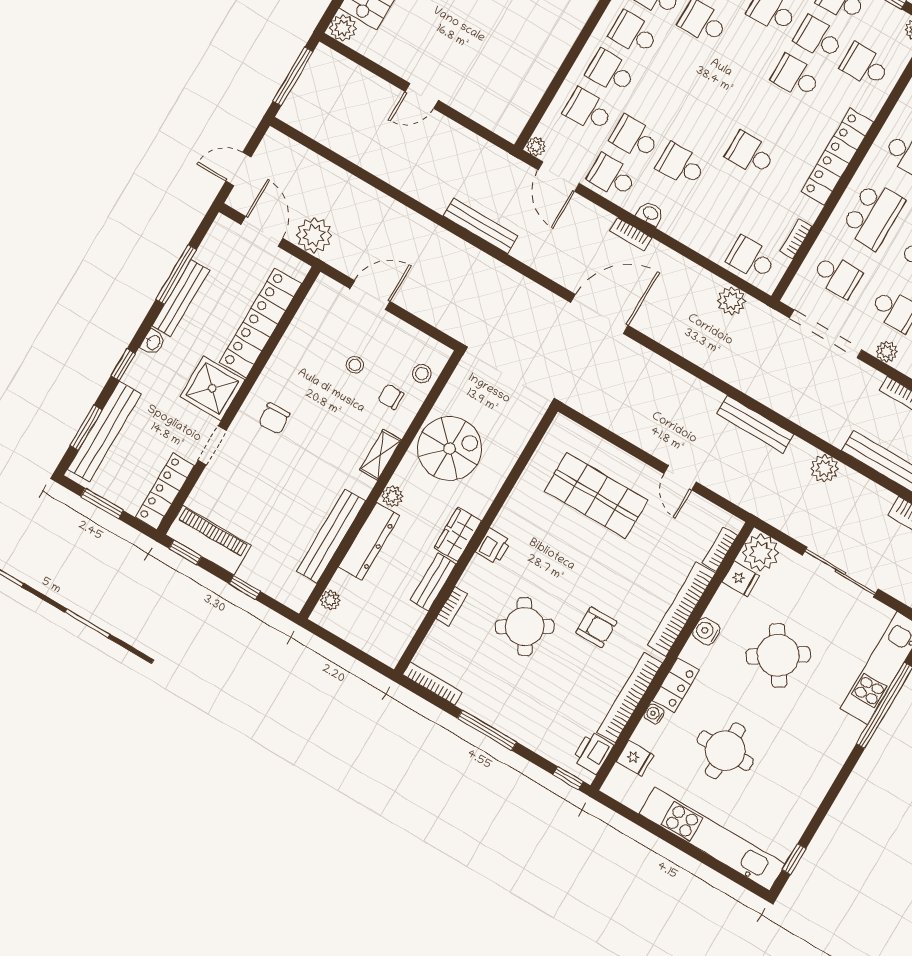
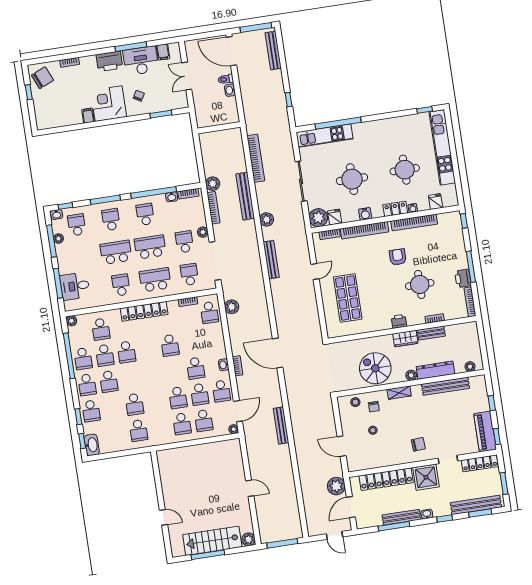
school desk: (634, 33) -> (178, 398), moved
round table: (525, 627) -> (420, 284), turned 31
round table: (778, 655) -> (352, 179), turned 33
printer: (593, 753) -> (463, 278), moved, turned 90

